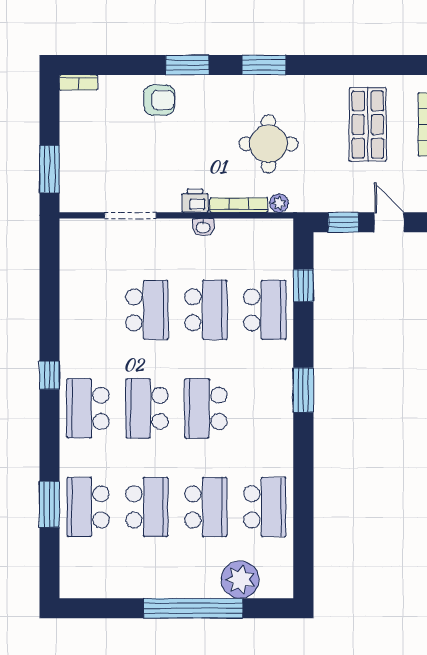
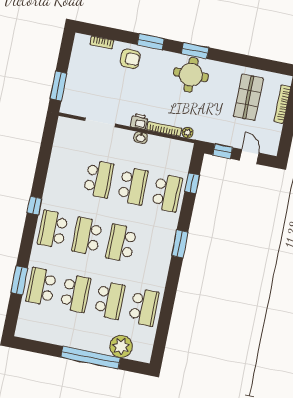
bookcase: (78, 82) -> (102, 42), moved
round table: (269, 144) -> (191, 75), moved

